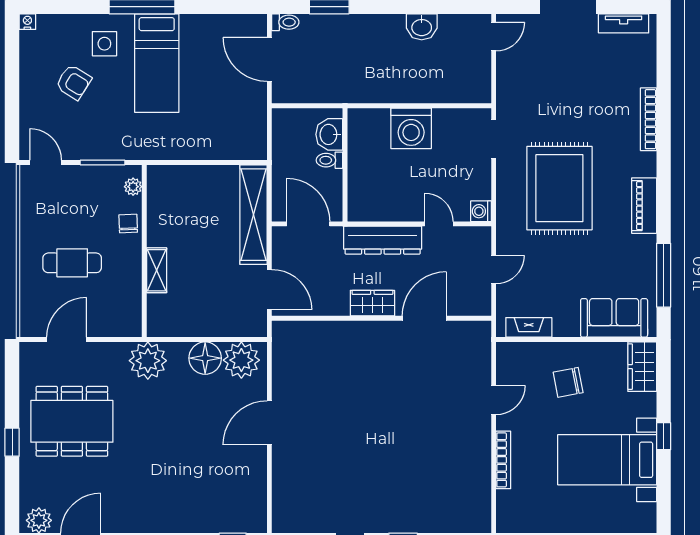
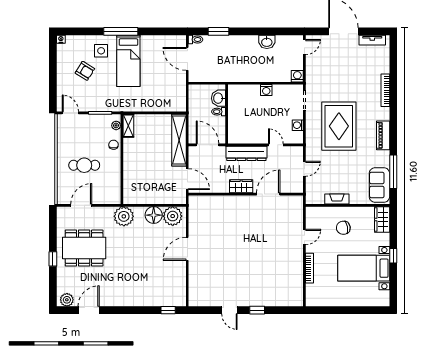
washing machine: (480, 92) -> (297, 76), added
washing machine: (411, 128) -> (266, 90), width x0.53, depth x0.53
washing machine: (481, 211) -> (298, 125), moved
shelving: (157, 270) -> (128, 126), moved
sofa: (614, 318) -> (379, 185), moved, turned -90
fireplace: (529, 327) -> (337, 199), moved

